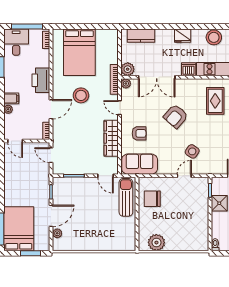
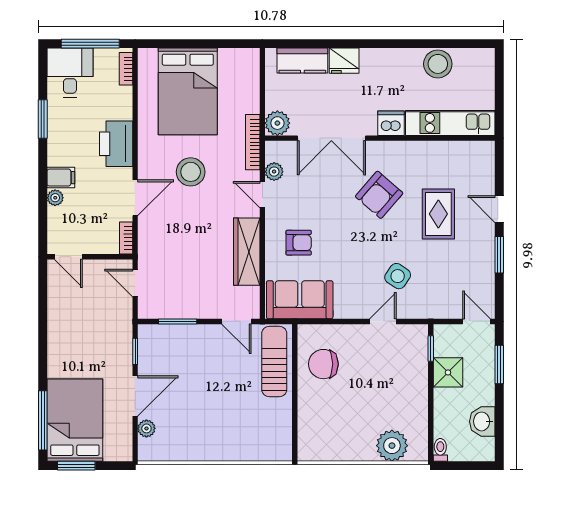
fridge: (183, 36) -> (344, 61), moved
plant: (126, 84) -> (274, 172), moved
rug: (215, 101) -> (438, 214), moved
armchair: (176, 116) -> (379, 195), moved
plant: (156, 243) -> (392, 446), moved
window: (30, 253) -> (76, 466), moved

